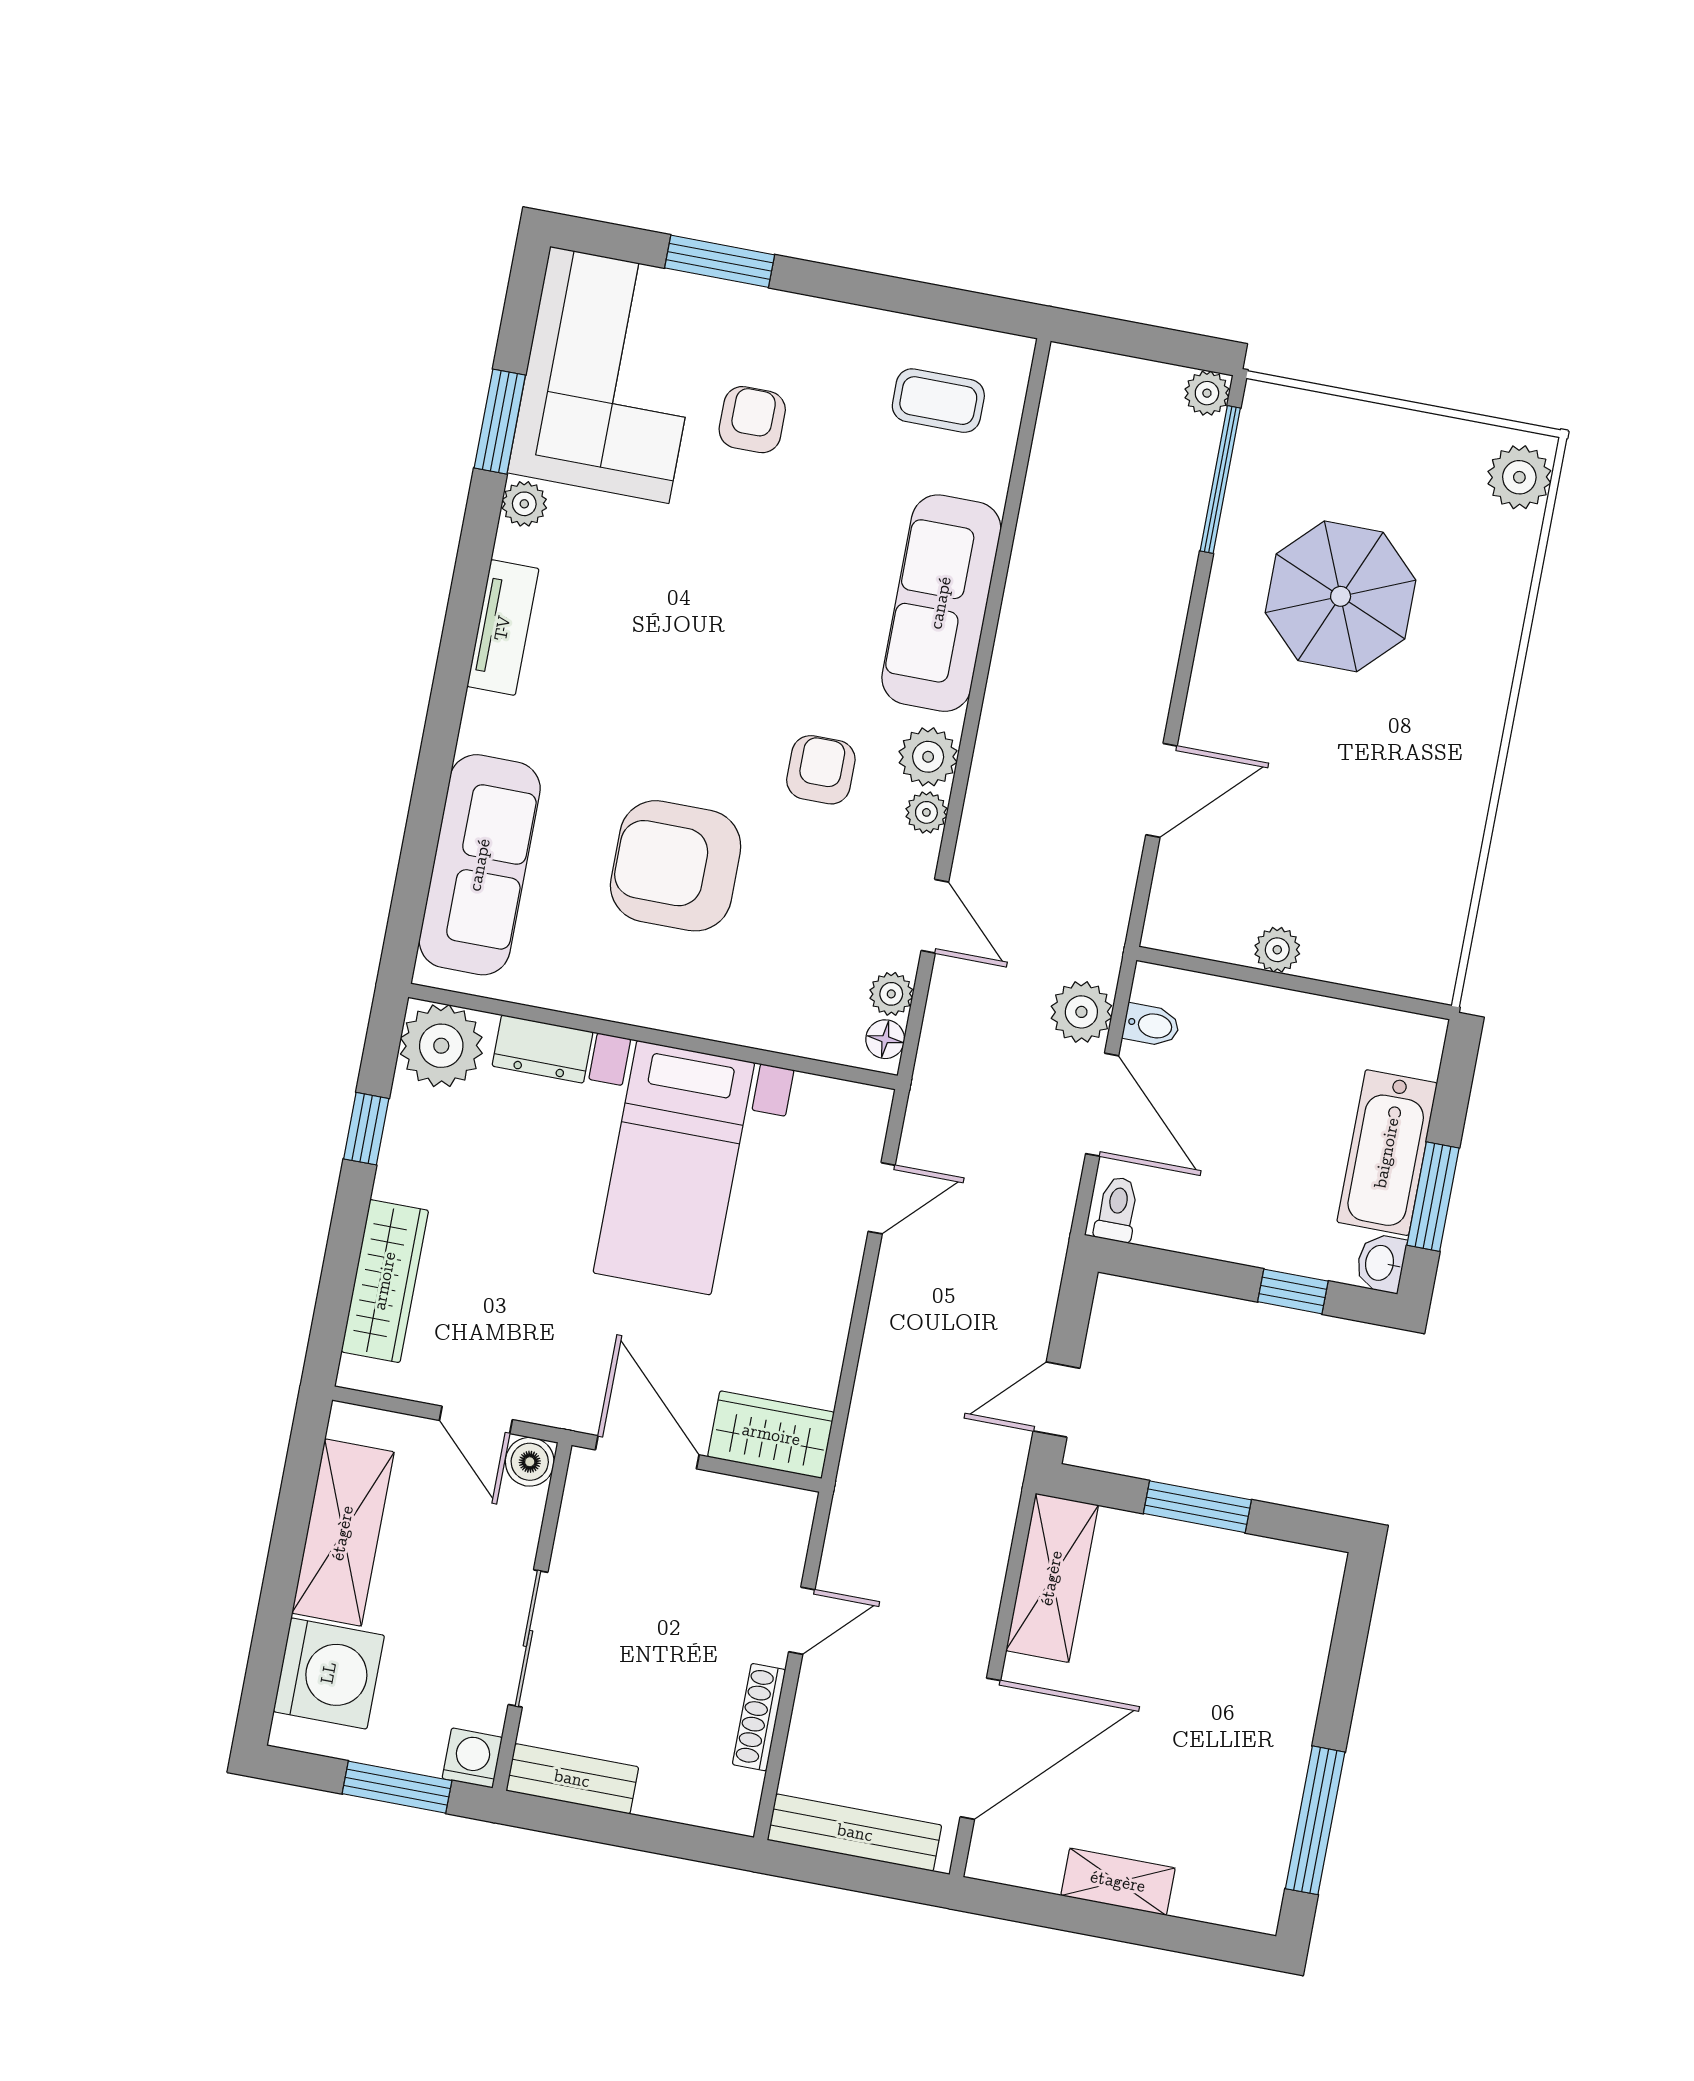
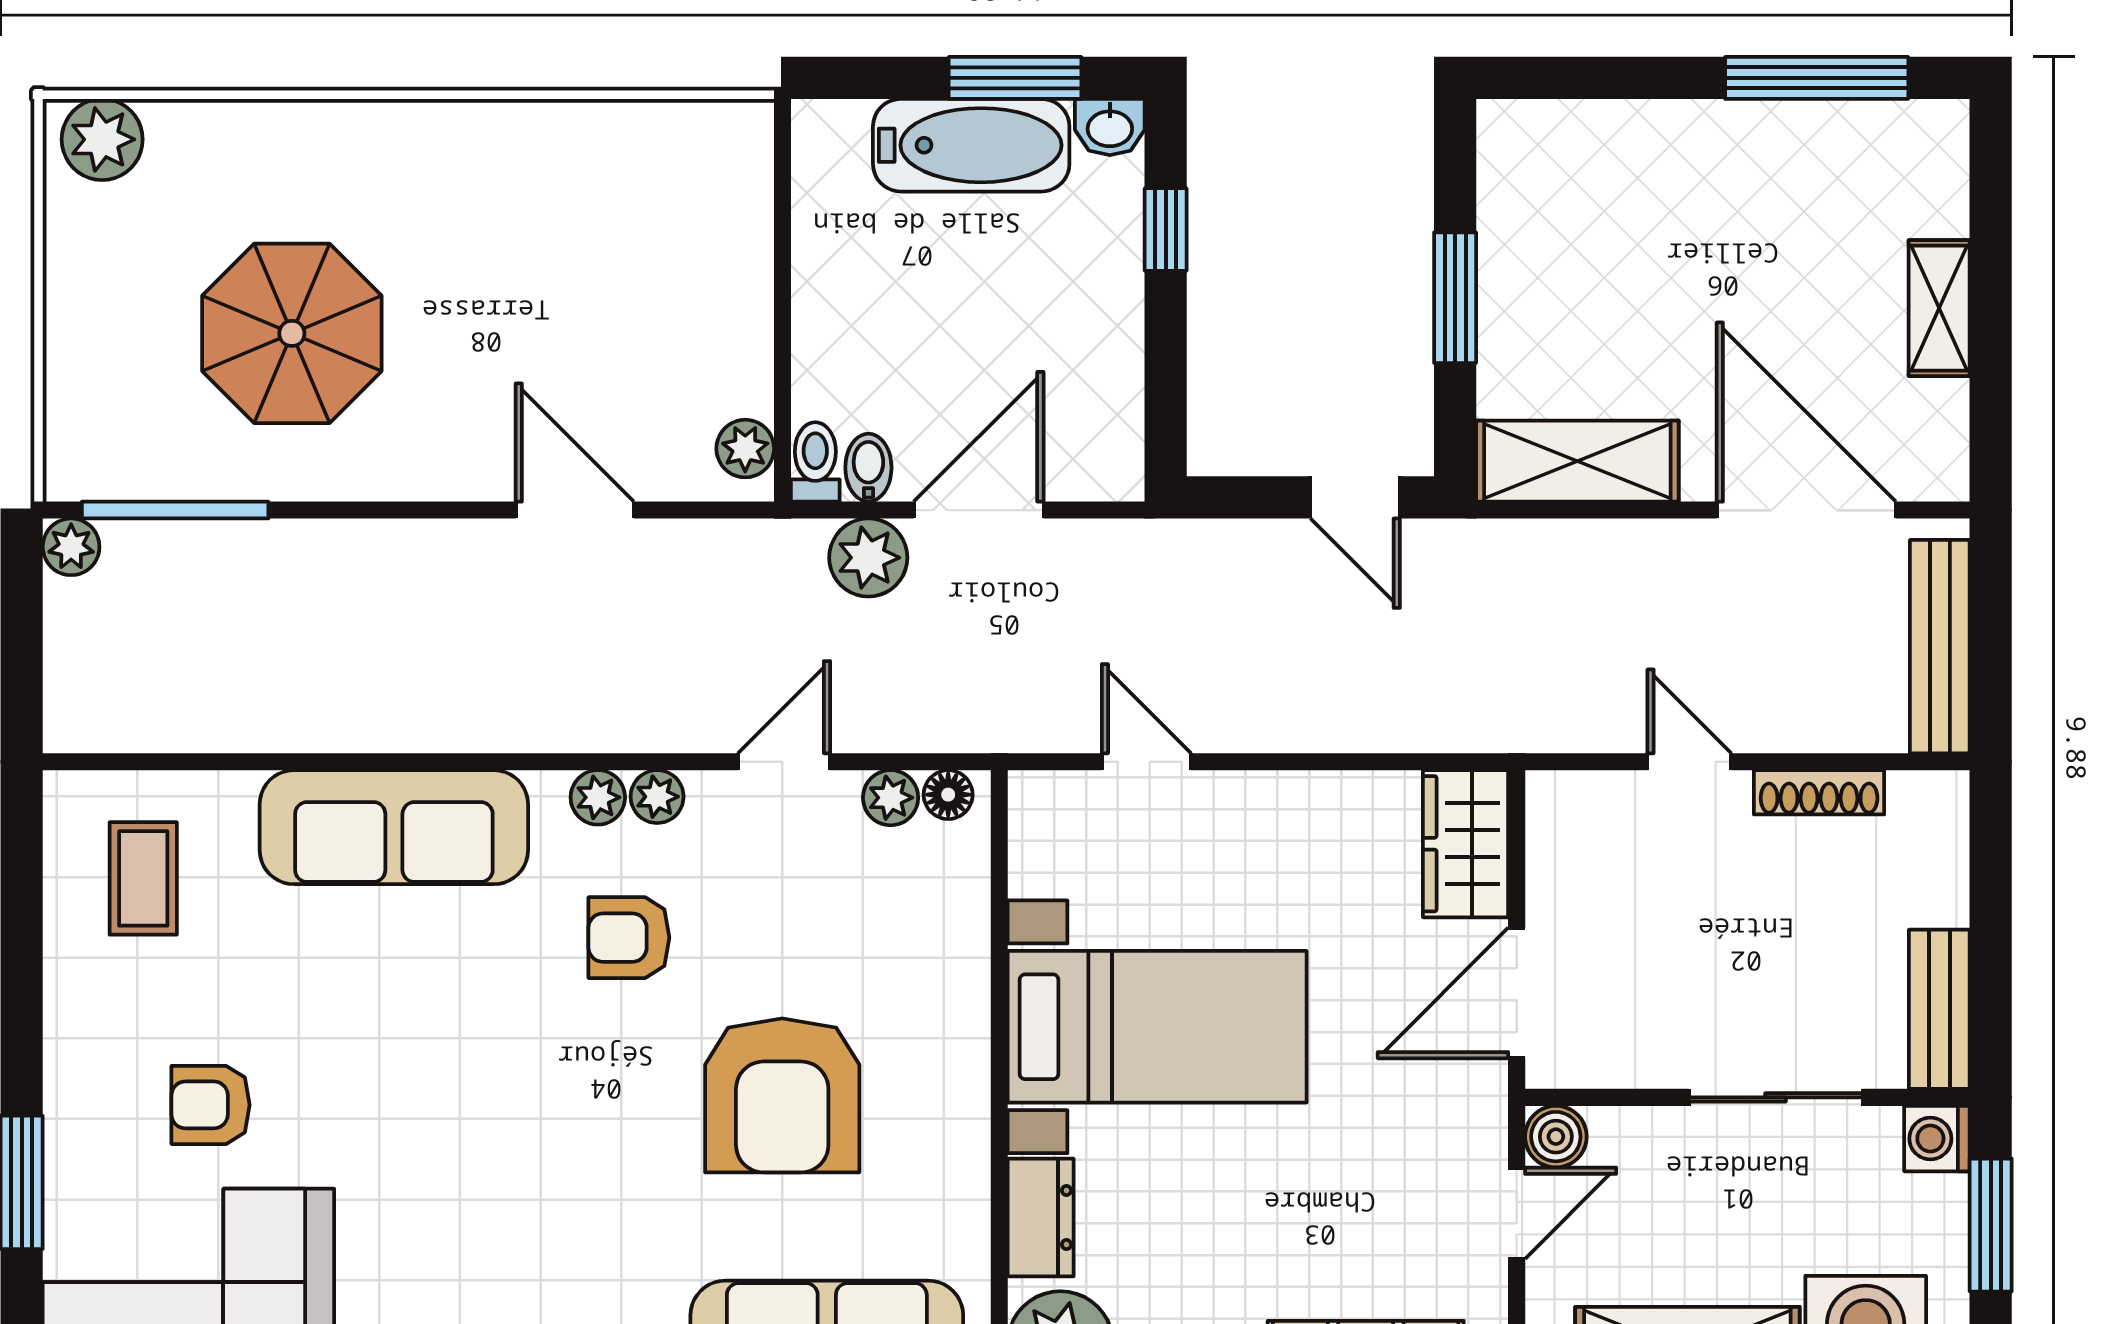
plant: (928, 757) -> (598, 797), width x0.73, depth x0.73
plant: (1277, 950) -> (745, 449), moved
toilet: (1117, 1209) -> (815, 462), moved, turned 90

